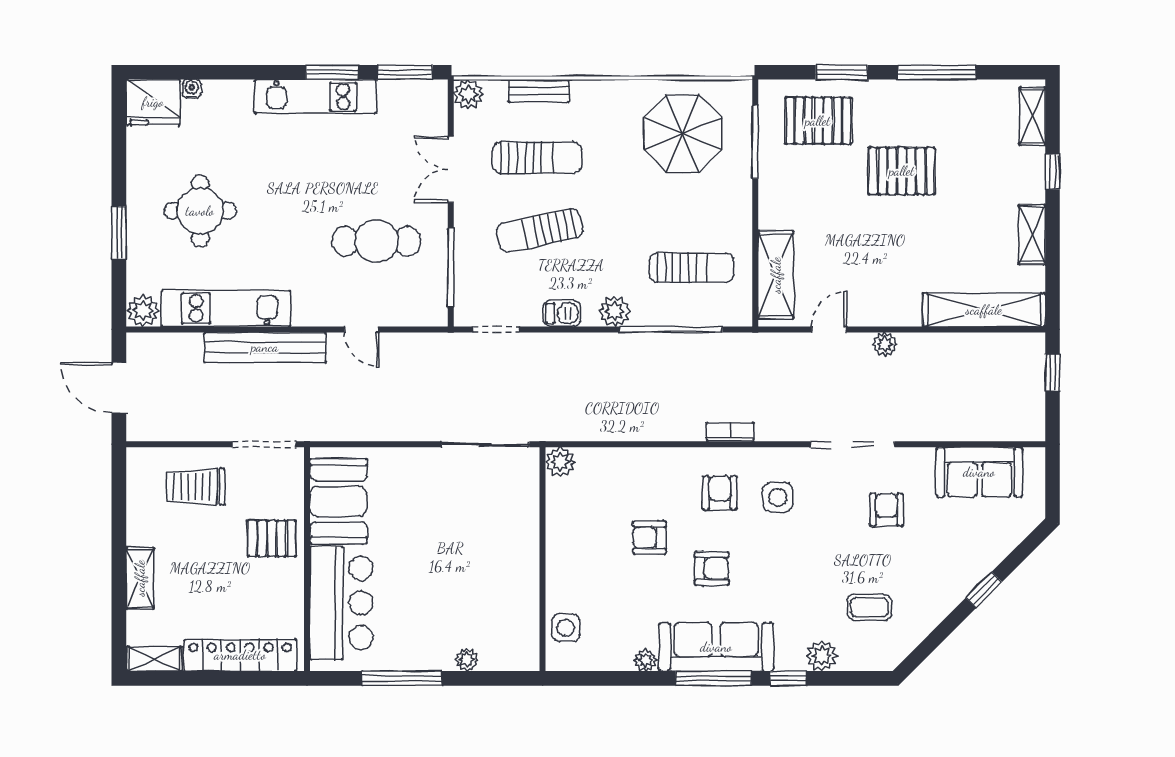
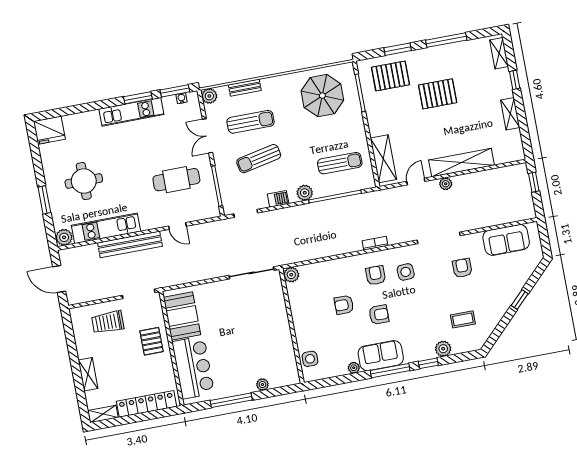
water cooler: (192, 89) -> (182, 98), moved
shelving: (984, 310) -> (461, 163), moved
pallet: (272, 538) -> (152, 341), turned 90
sofa: (716, 647) -> (381, 356), width x0.73

